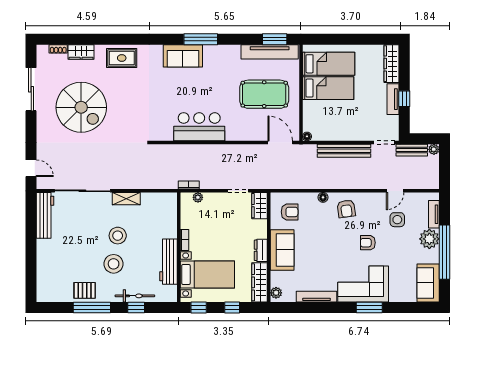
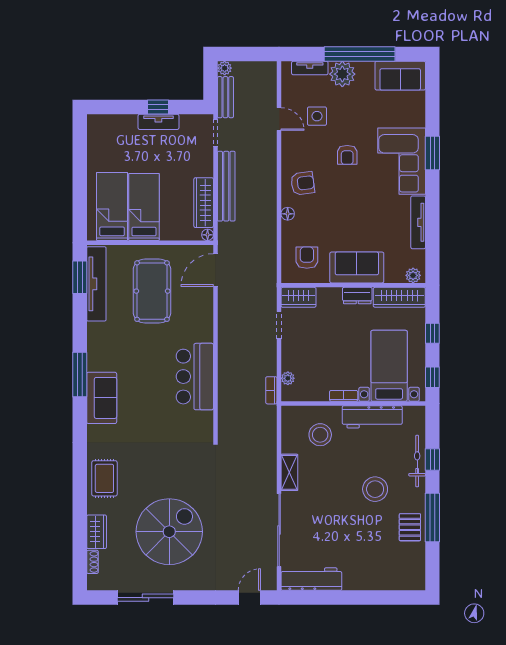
wardrobe: (391, 64) -> (204, 203), moved, turned 90
stool: (118, 236) -> (320, 435), moved

